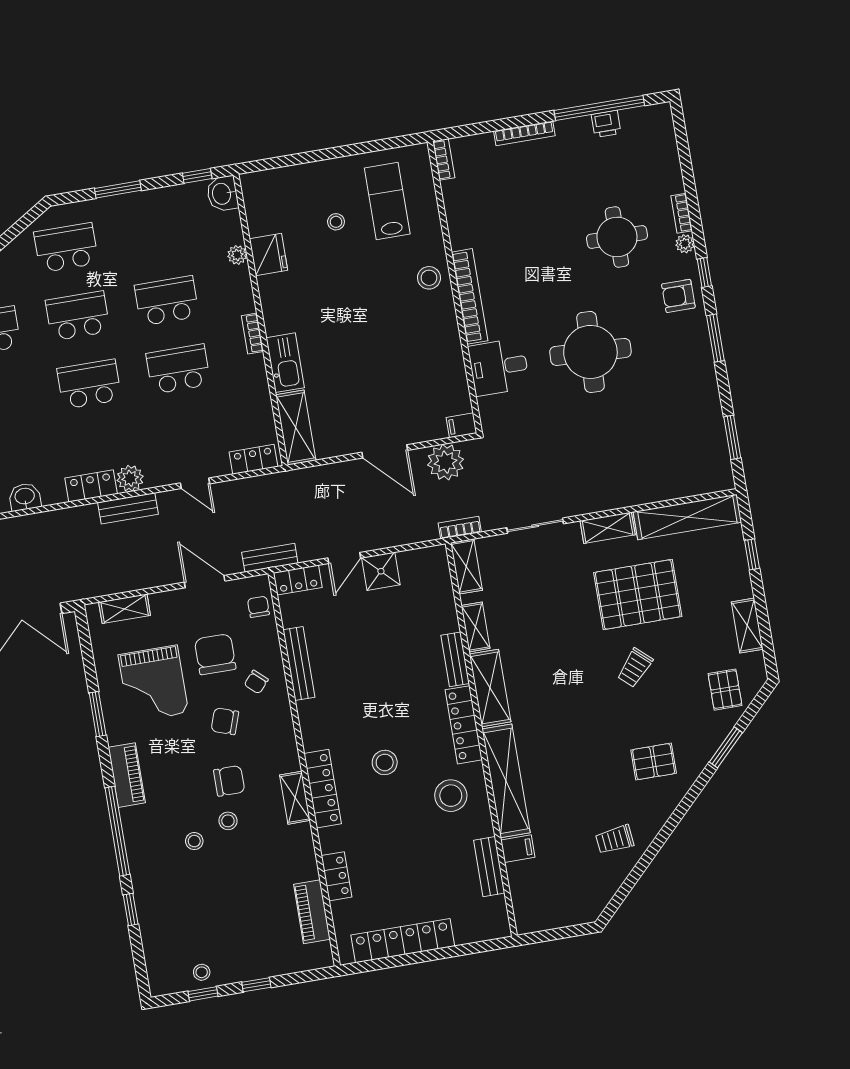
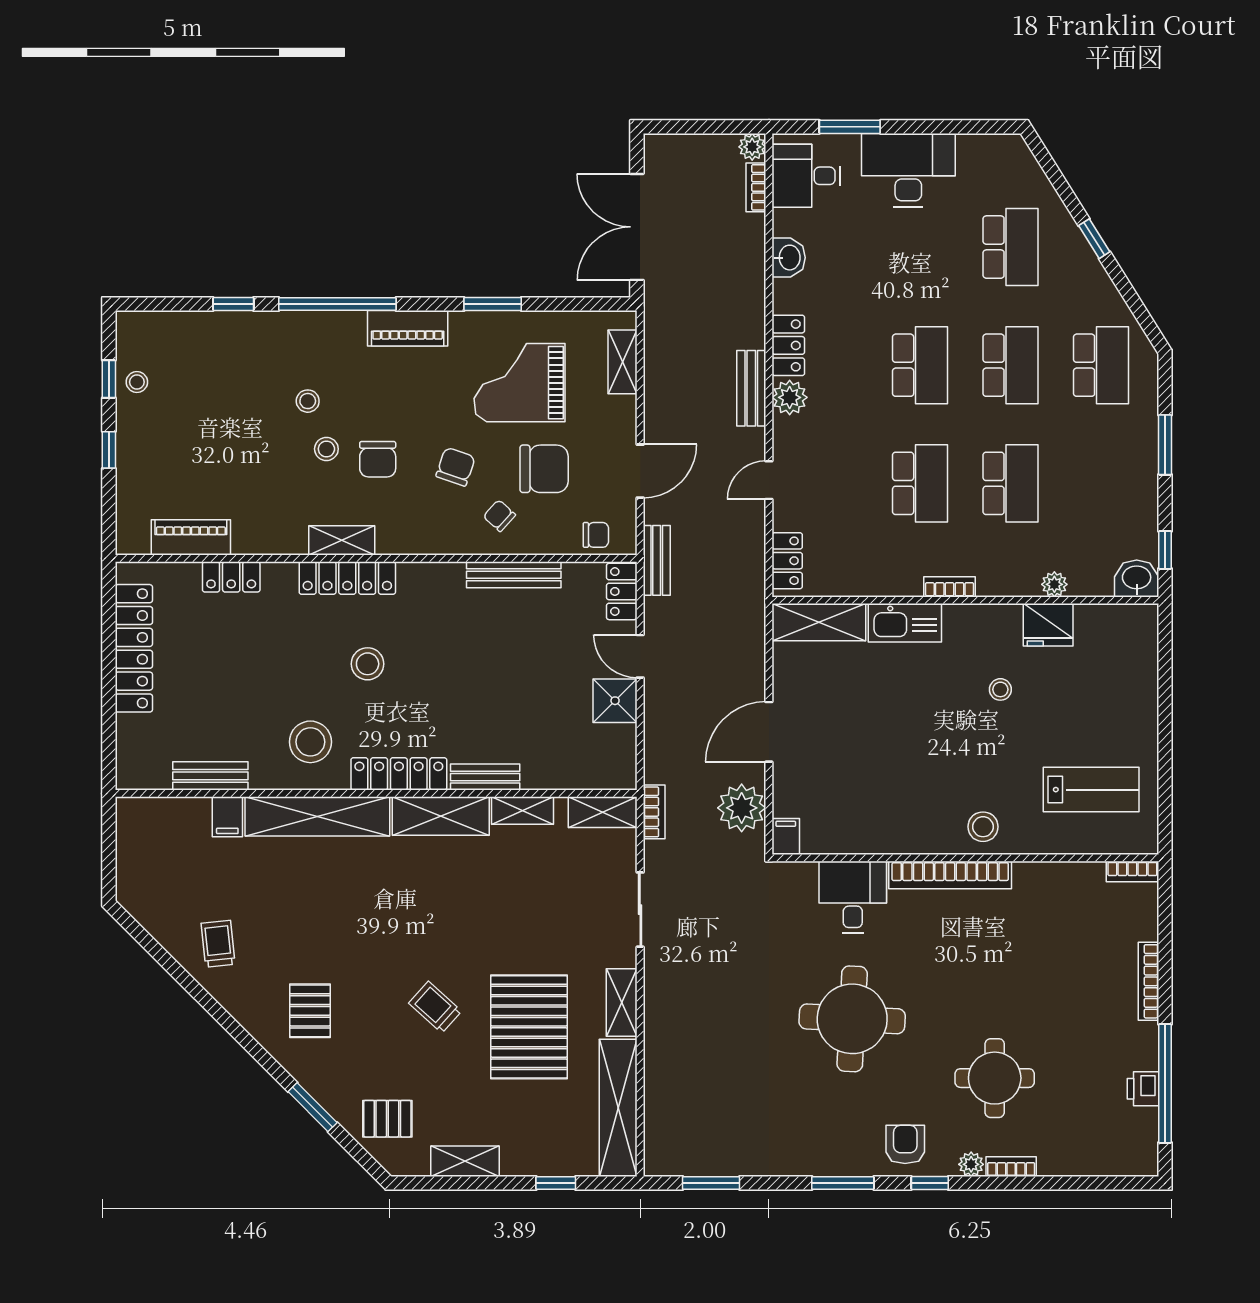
stool: (336, 222) -> (1000, 689), moved

